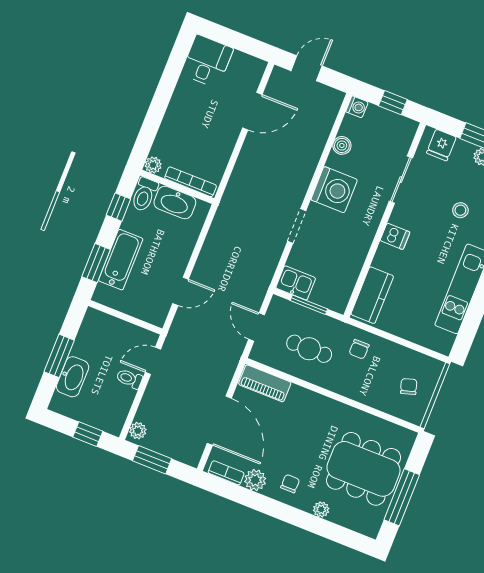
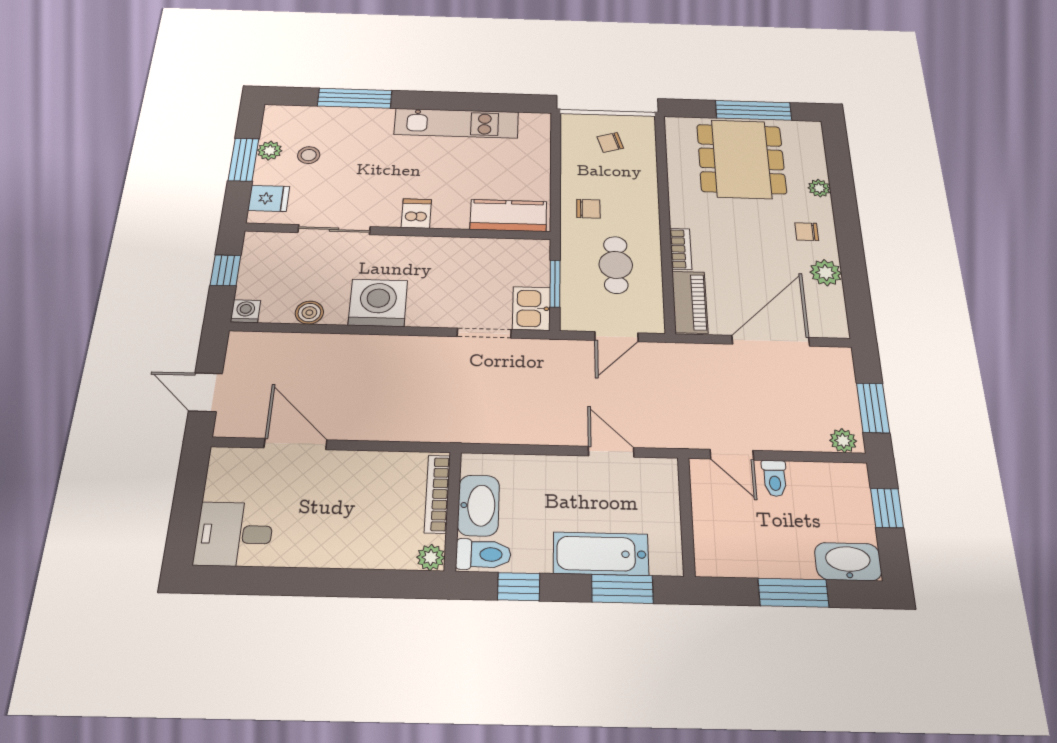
stool: (460, 210) -> (309, 155), moved
doorway: (297, 226) -> (484, 333), moved
washbasin: (73, 377) -> (848, 562), moved
bookcase: (226, 473) -> (681, 249), moved, turned 180

